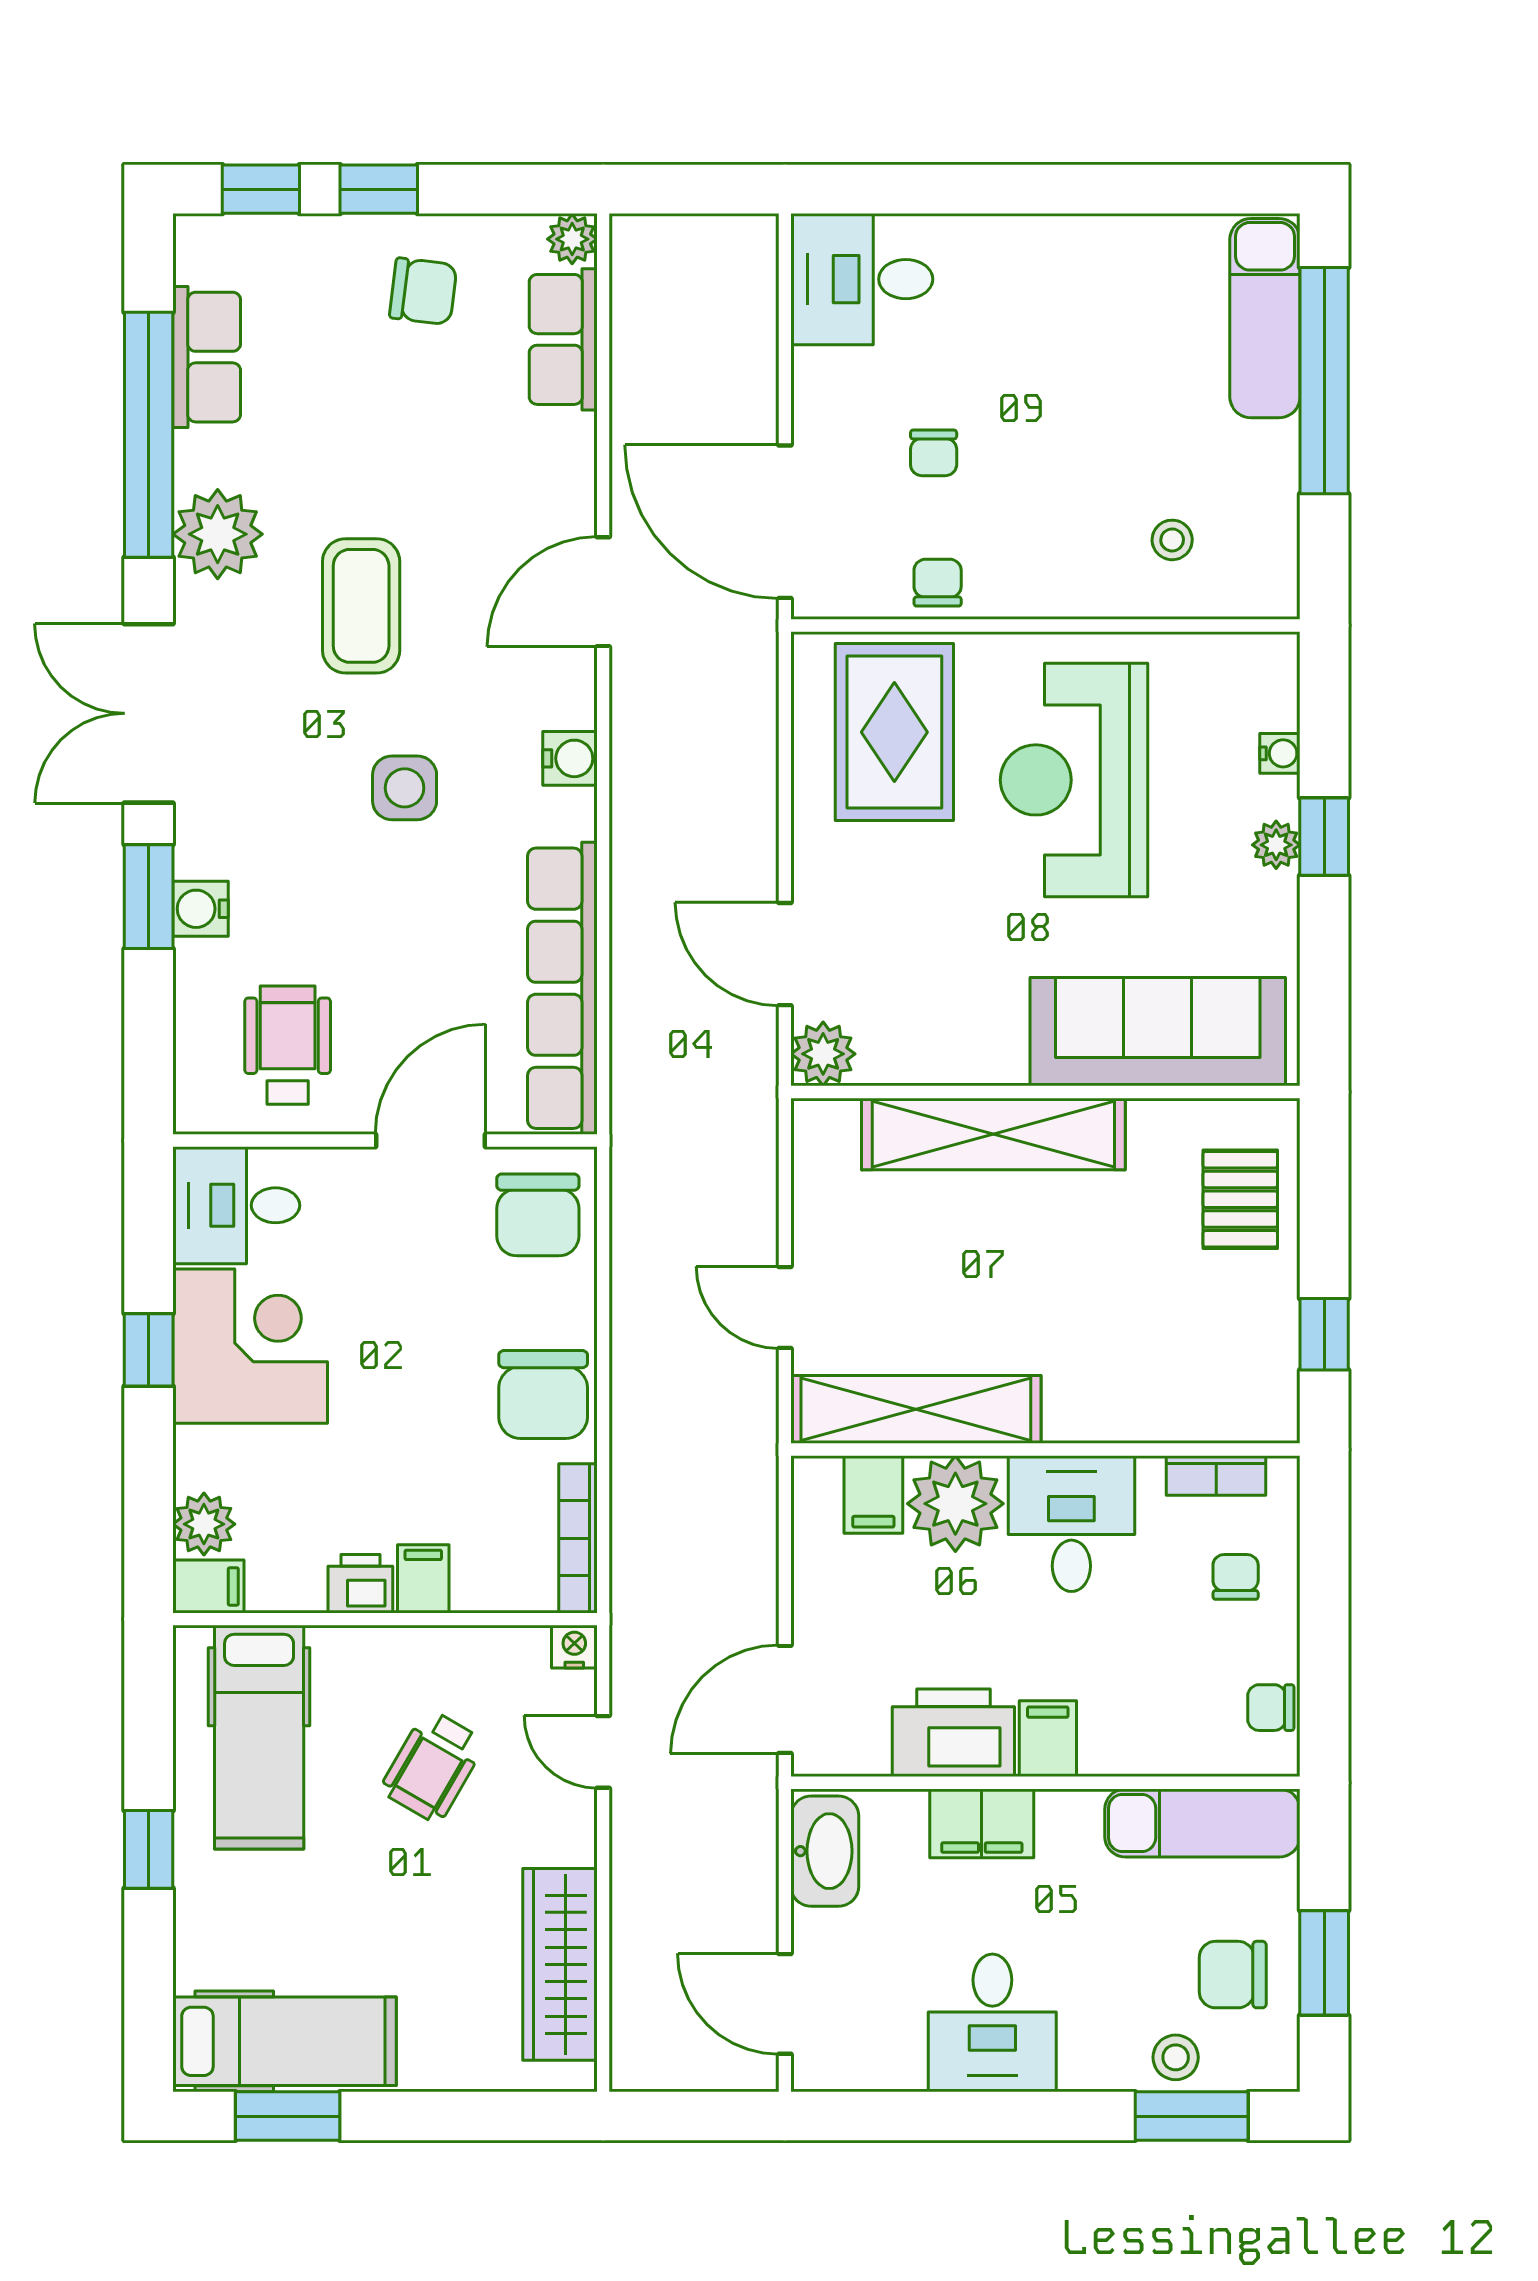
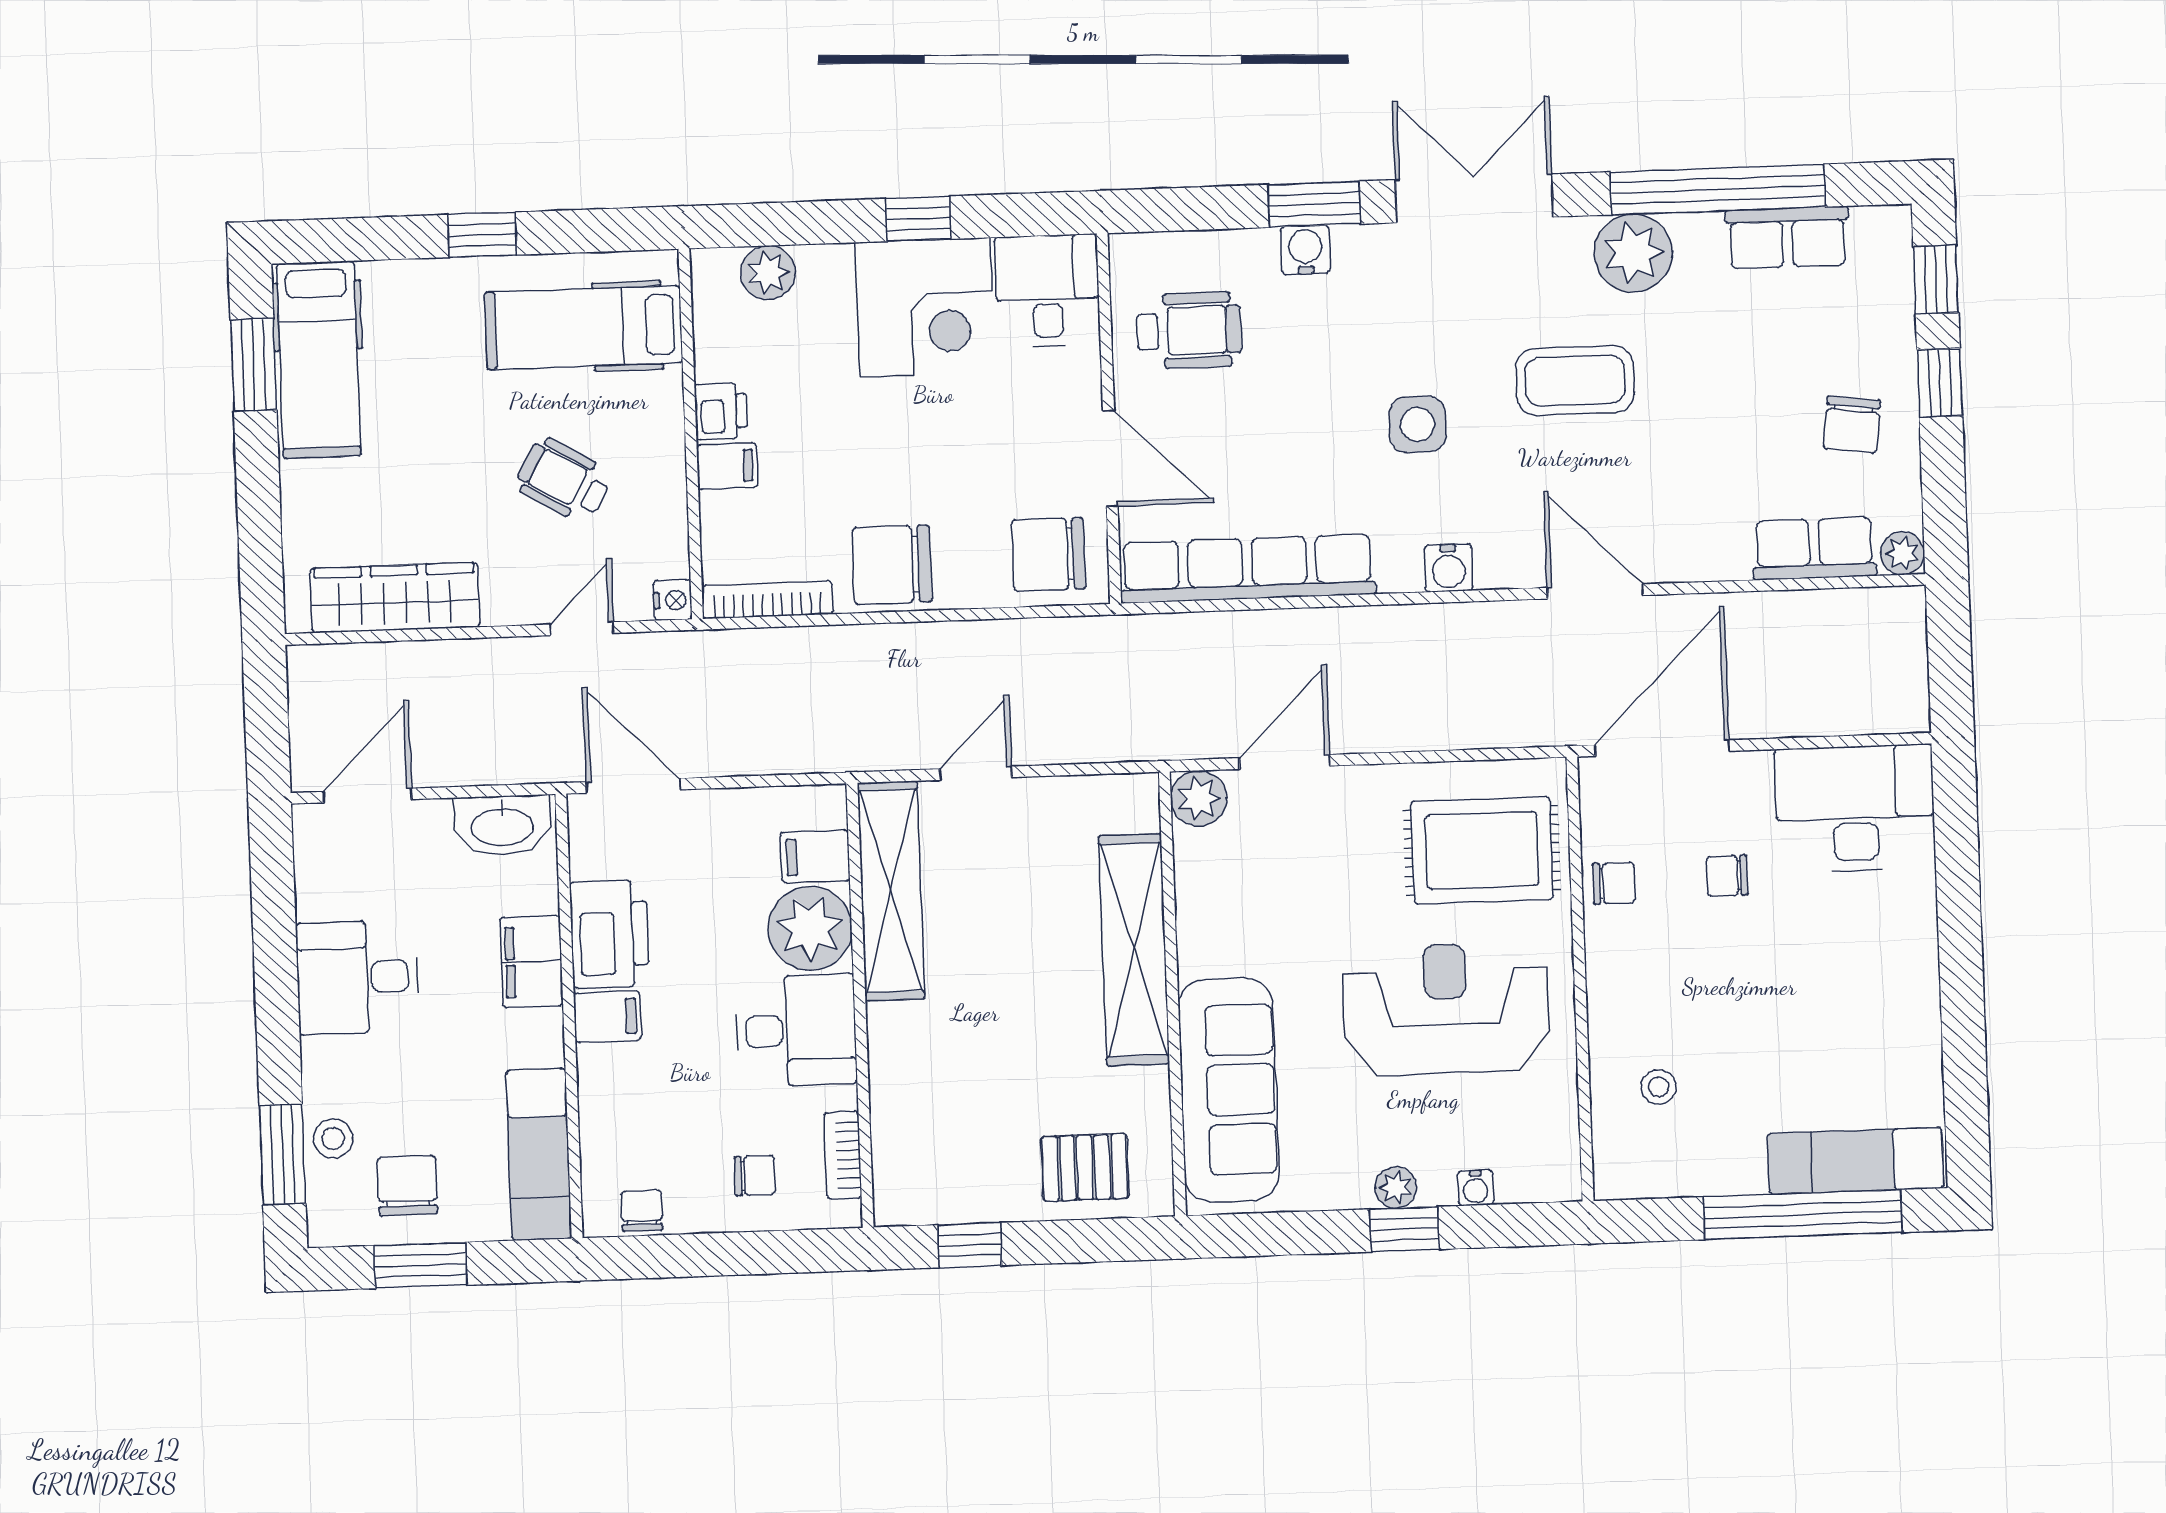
desk: (862, 279) -> (1855, 808), width x1.37
filing cabinet: (208, 1586) -> (714, 279), removed

